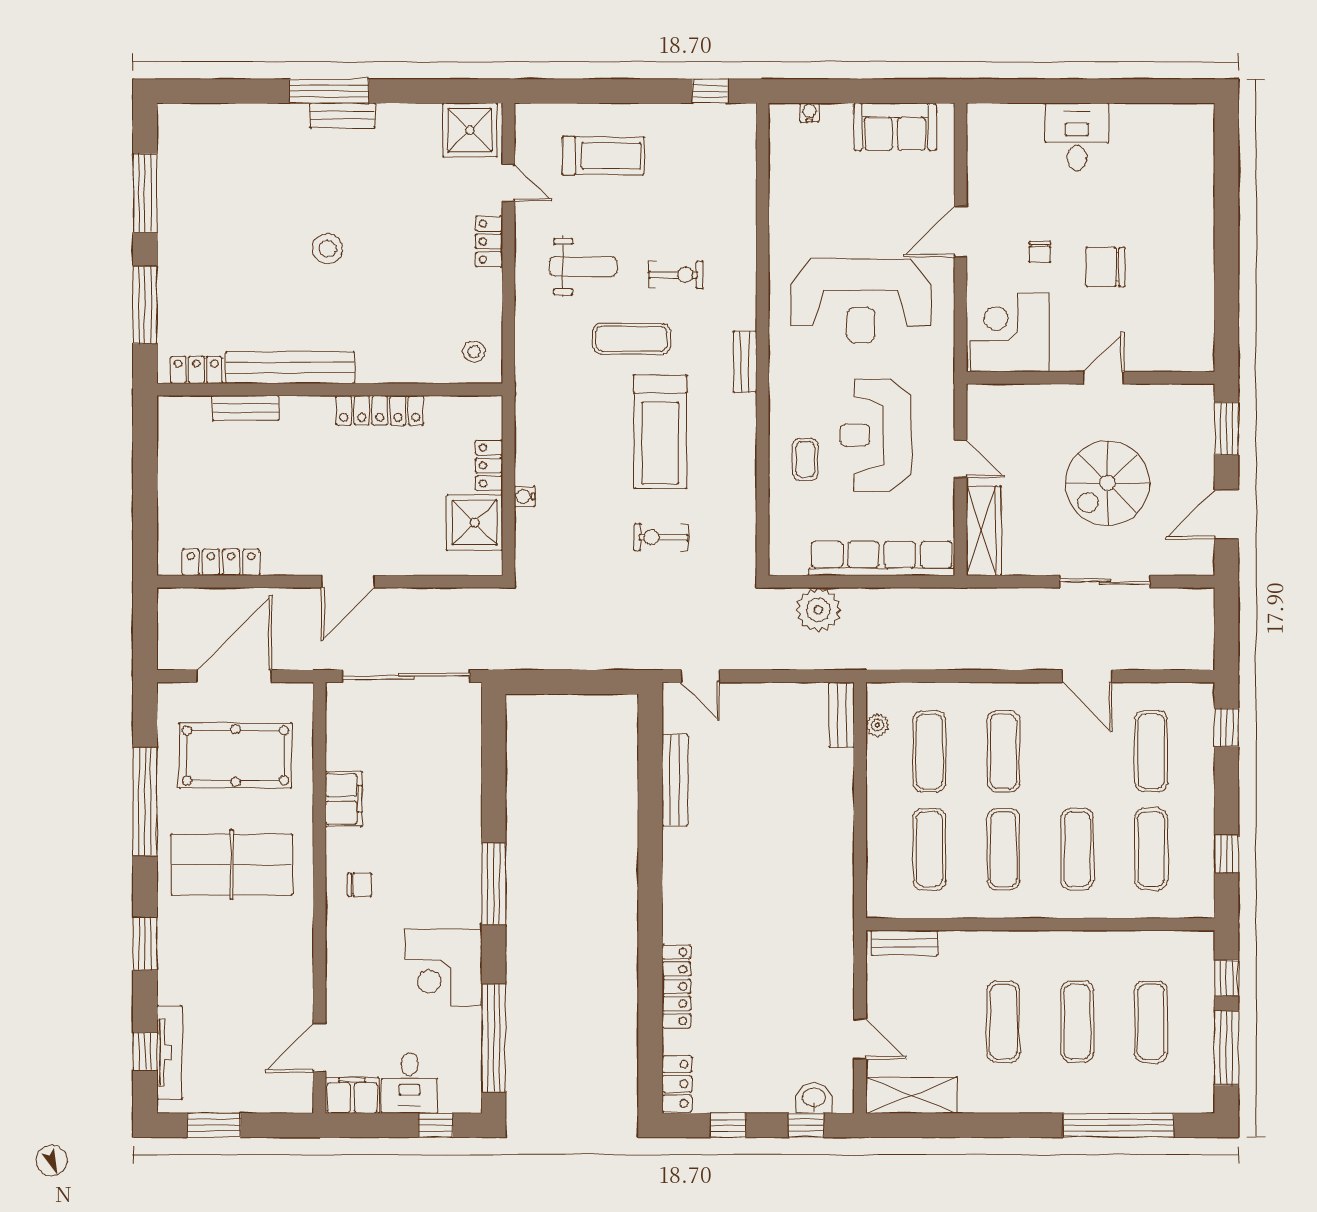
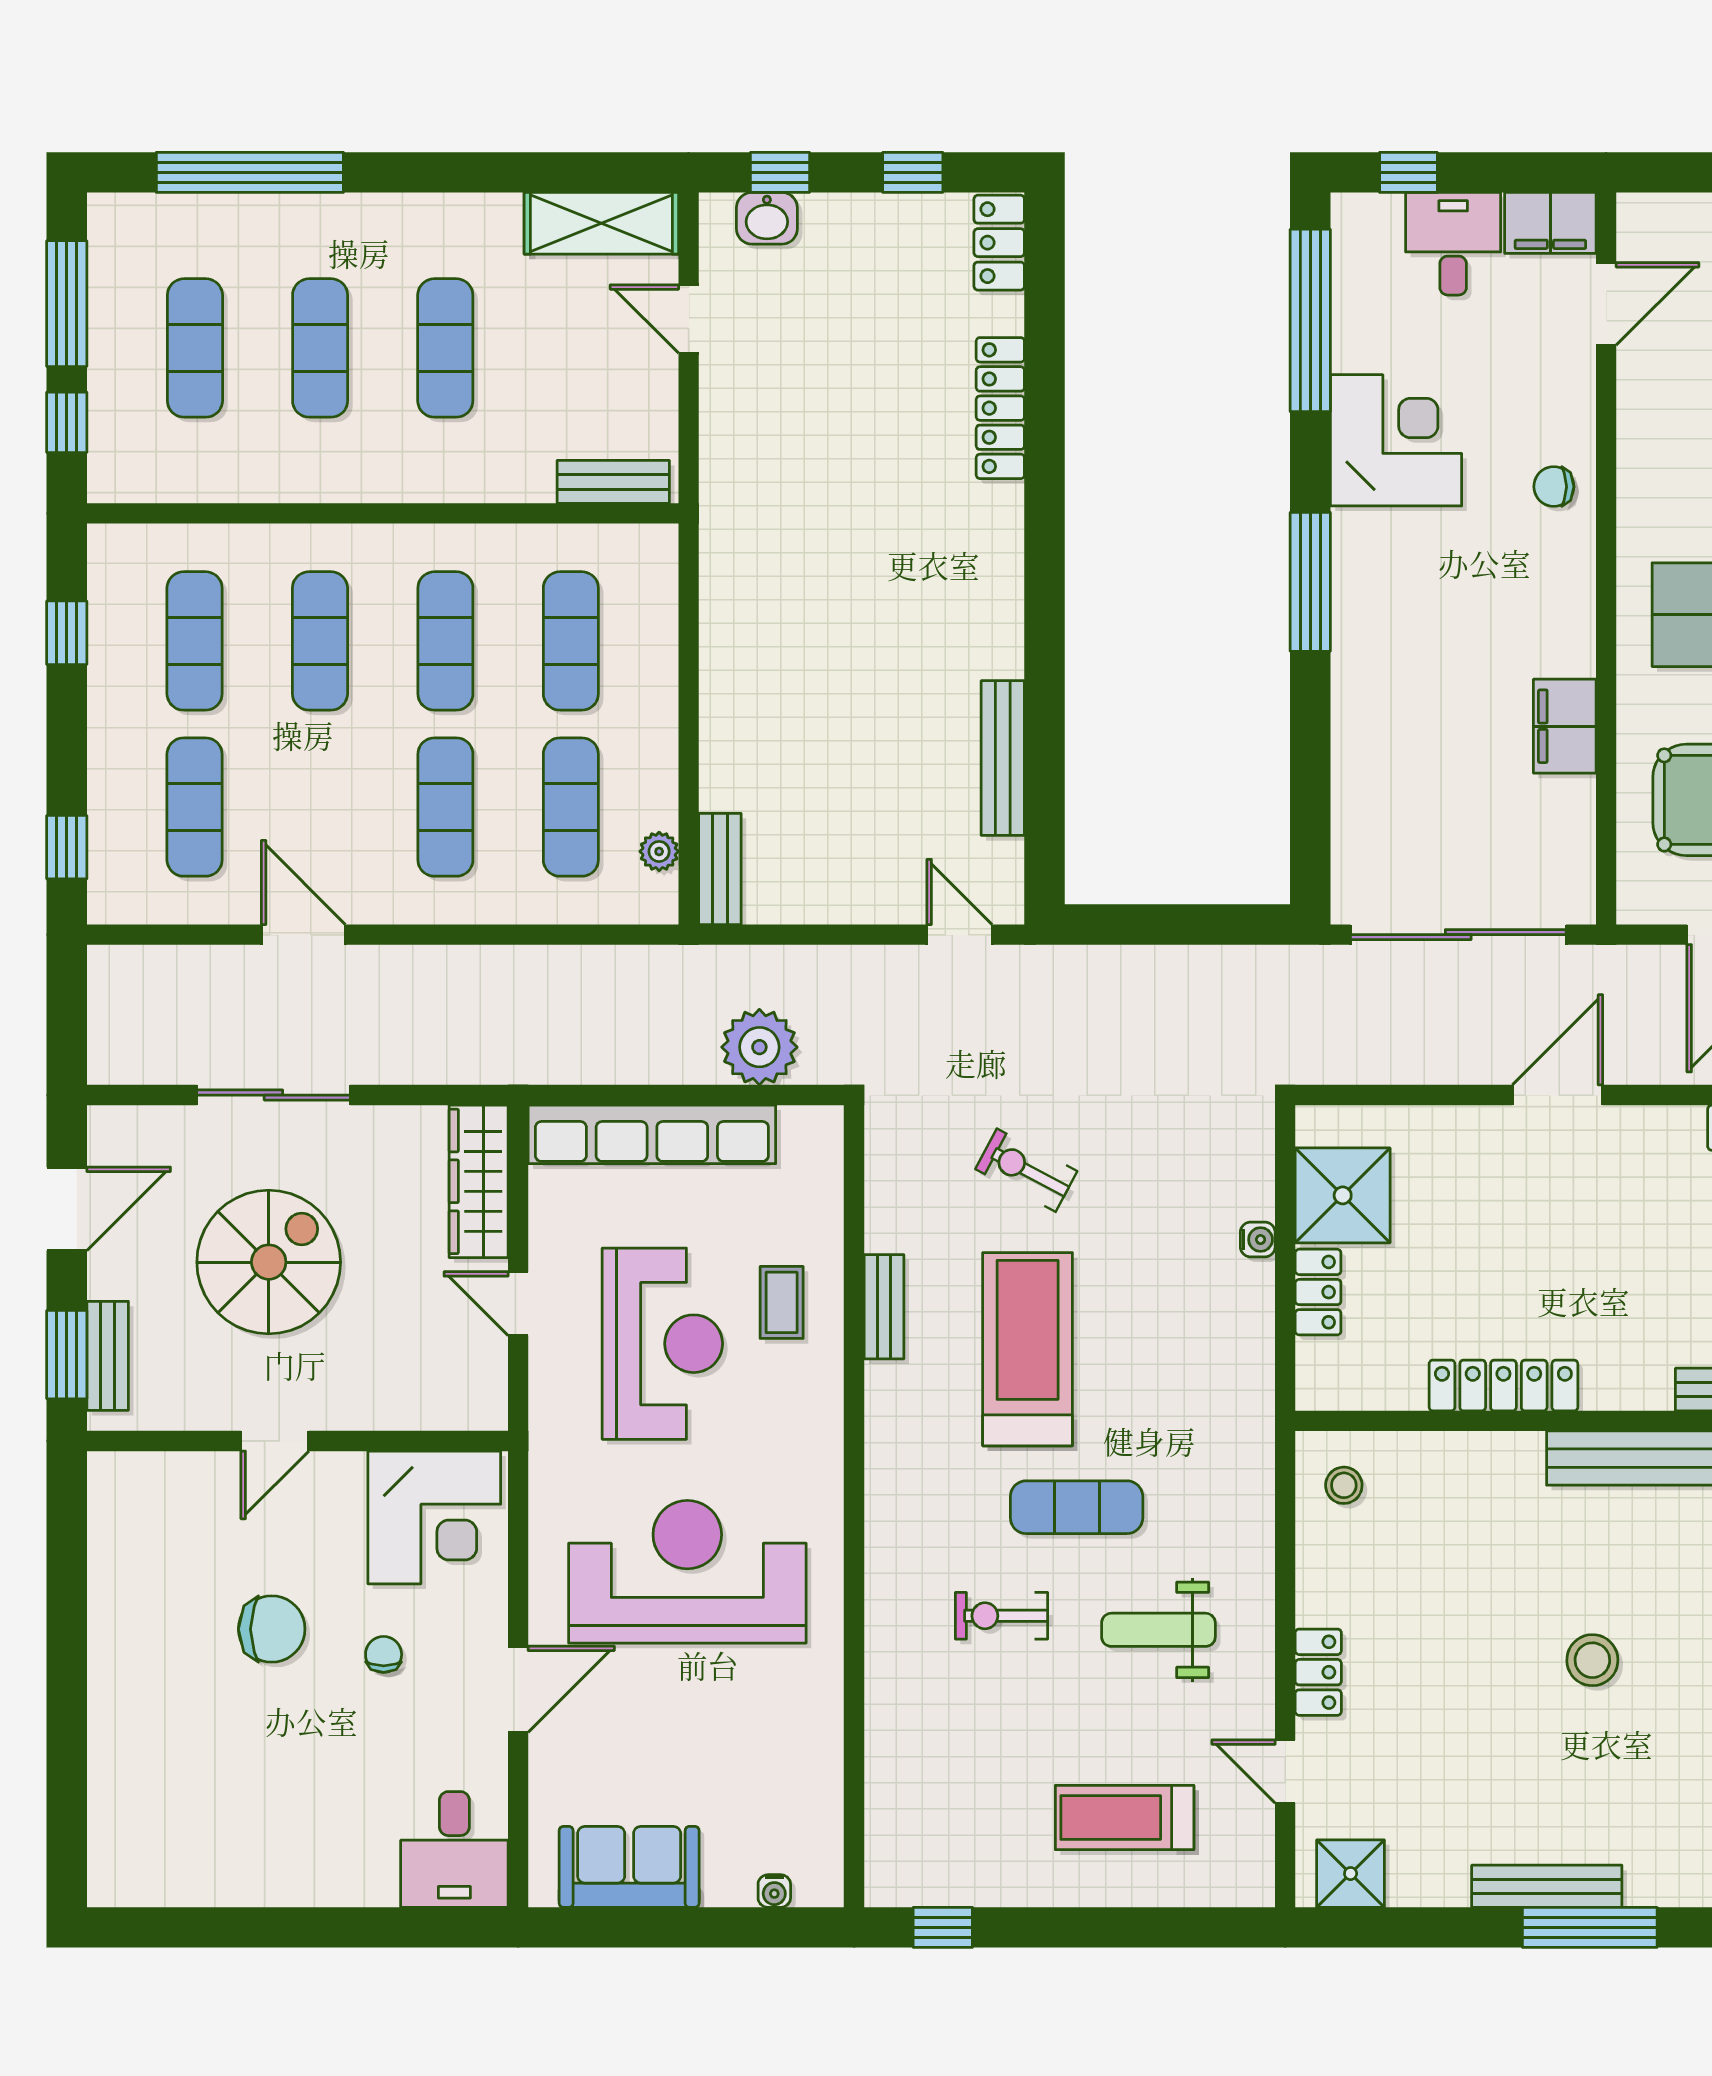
bench: (343, 115) -> (1547, 1886), width x1.36
shower: (470, 130) -> (1351, 1874), width x0.73, depth x0.73
desk: (1077, 137) -> (454, 1849), moved
bench: (745, 362) -> (884, 1307), moved
bench: (1202, 428) -> (108, 1356), added
exercise bike: (661, 537) -> (1026, 1170), turned -153
chair: (359, 885) -> (1554, 487), moved

